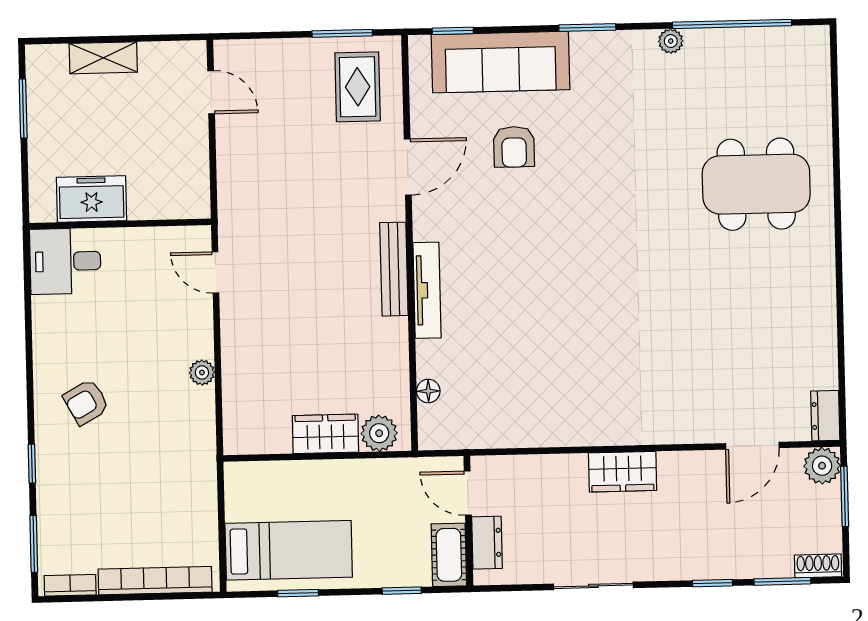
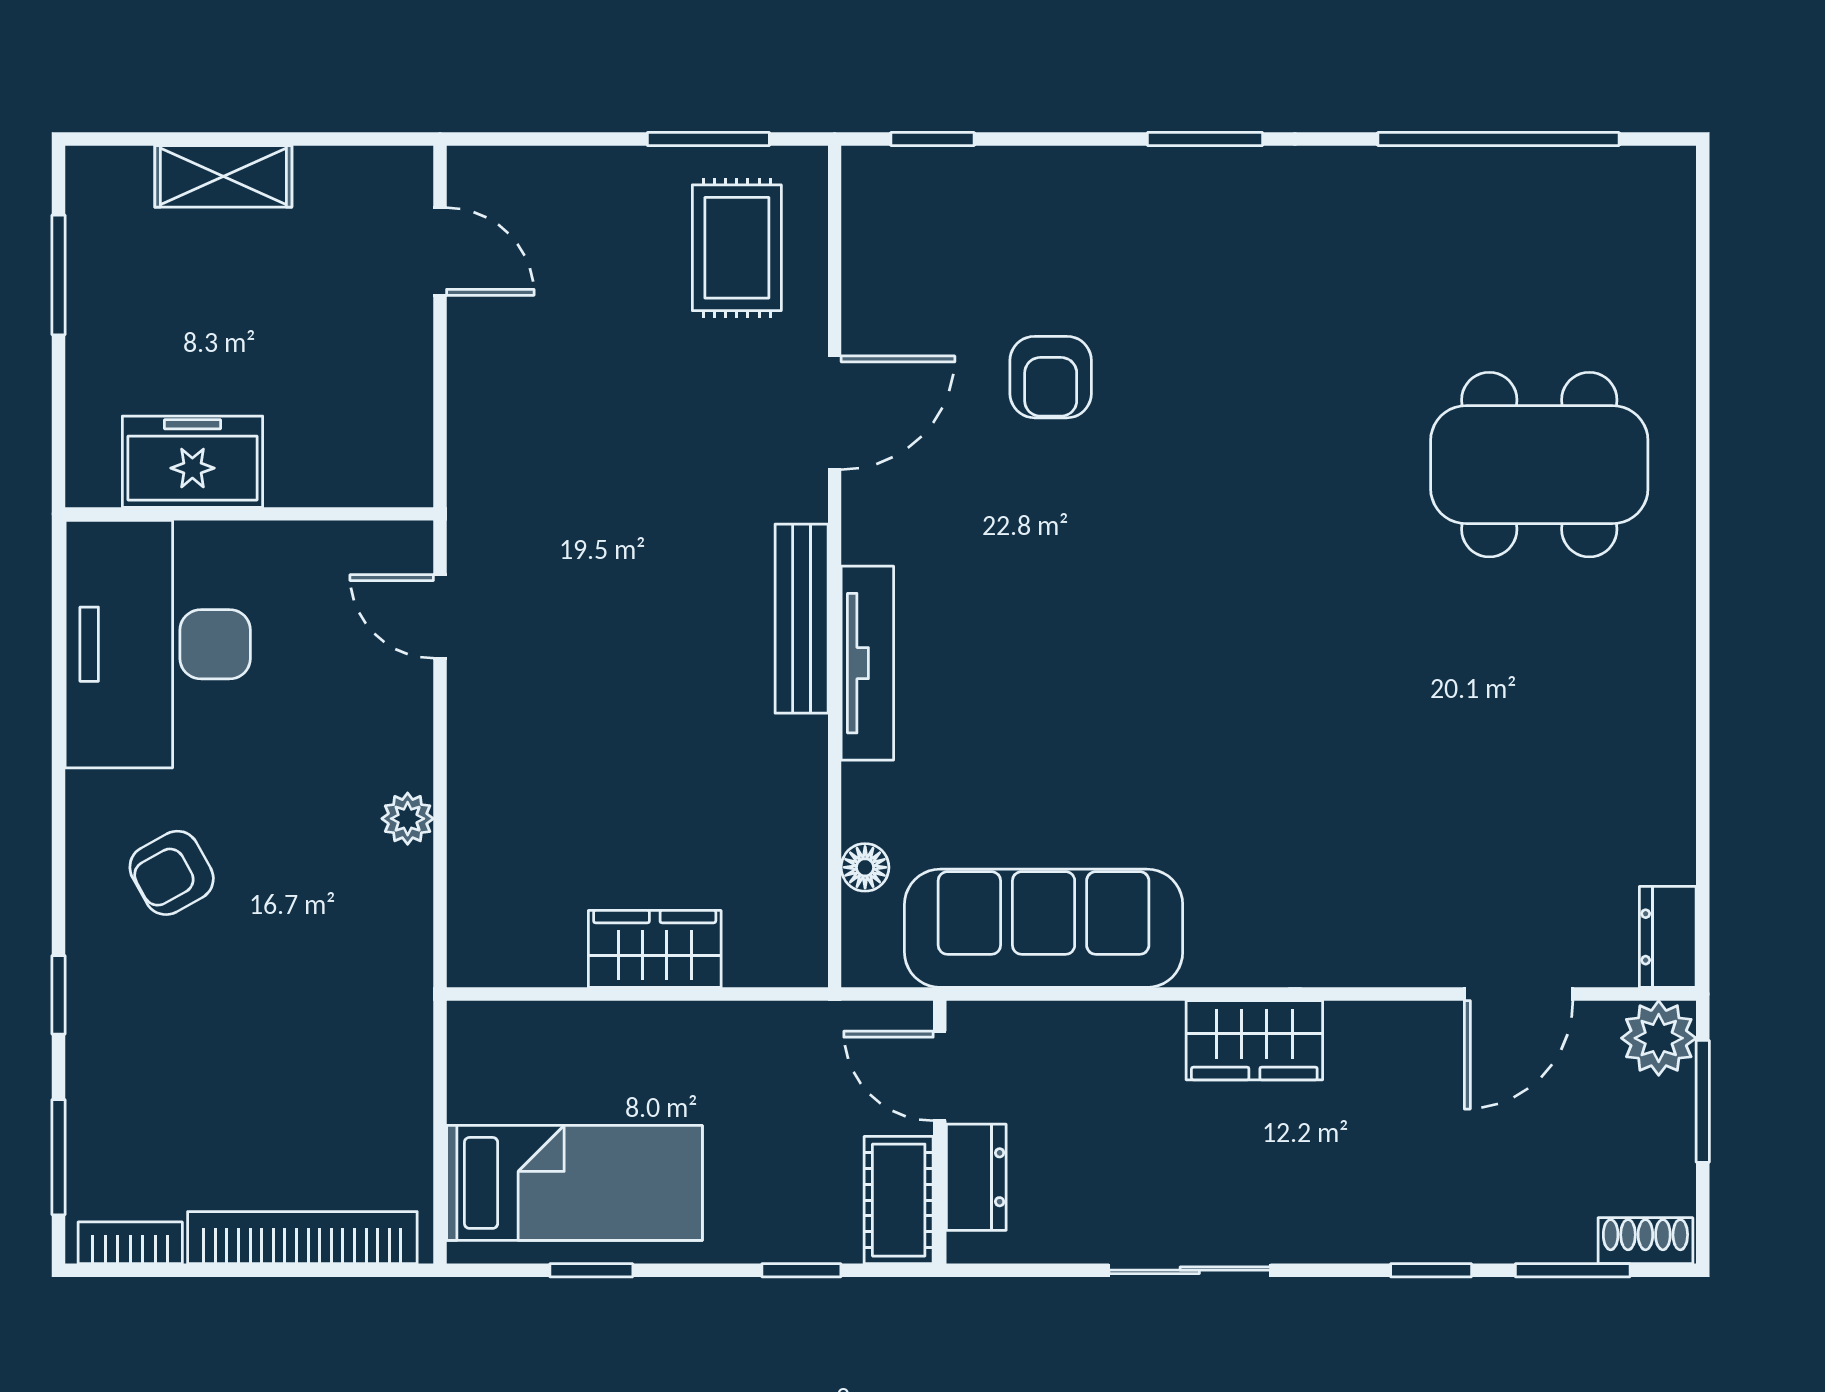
plant: (671, 41) -> (1373, 171), removed
sofa: (501, 62) -> (1044, 928), moved, turned 180
desk: (65, 261) -> (158, 644), width x1.87, depth x1.30
plant: (379, 433) -> (763, 950), removed

